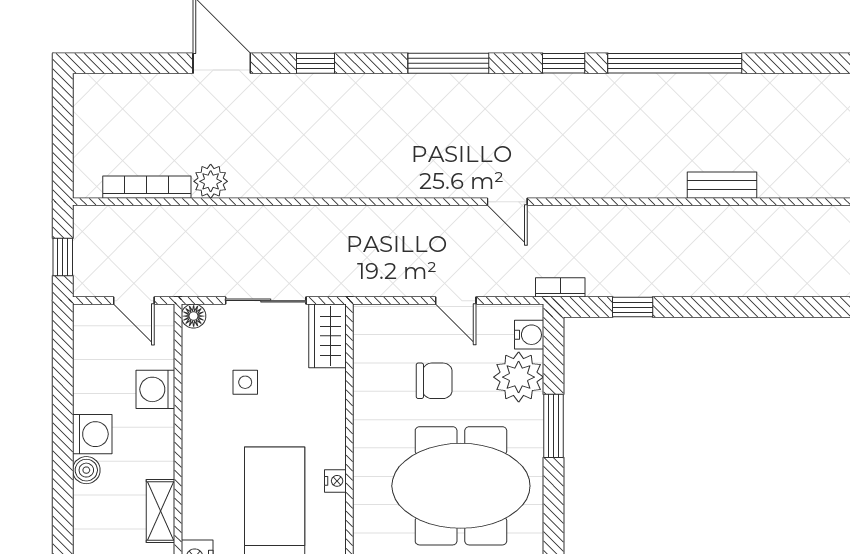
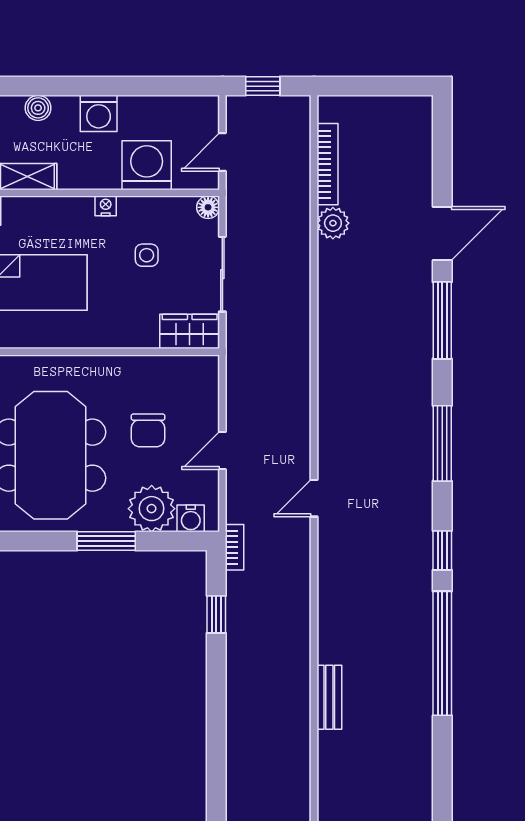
window: (316, 63) -> (442, 320), width x2.17
washing machine: (155, 389) -> (147, 165), width x1.37, depth x1.37
boiler: (86, 470) -> (38, 108), moved
nightstand: (335, 481) -> (106, 206), moved, turned 180

